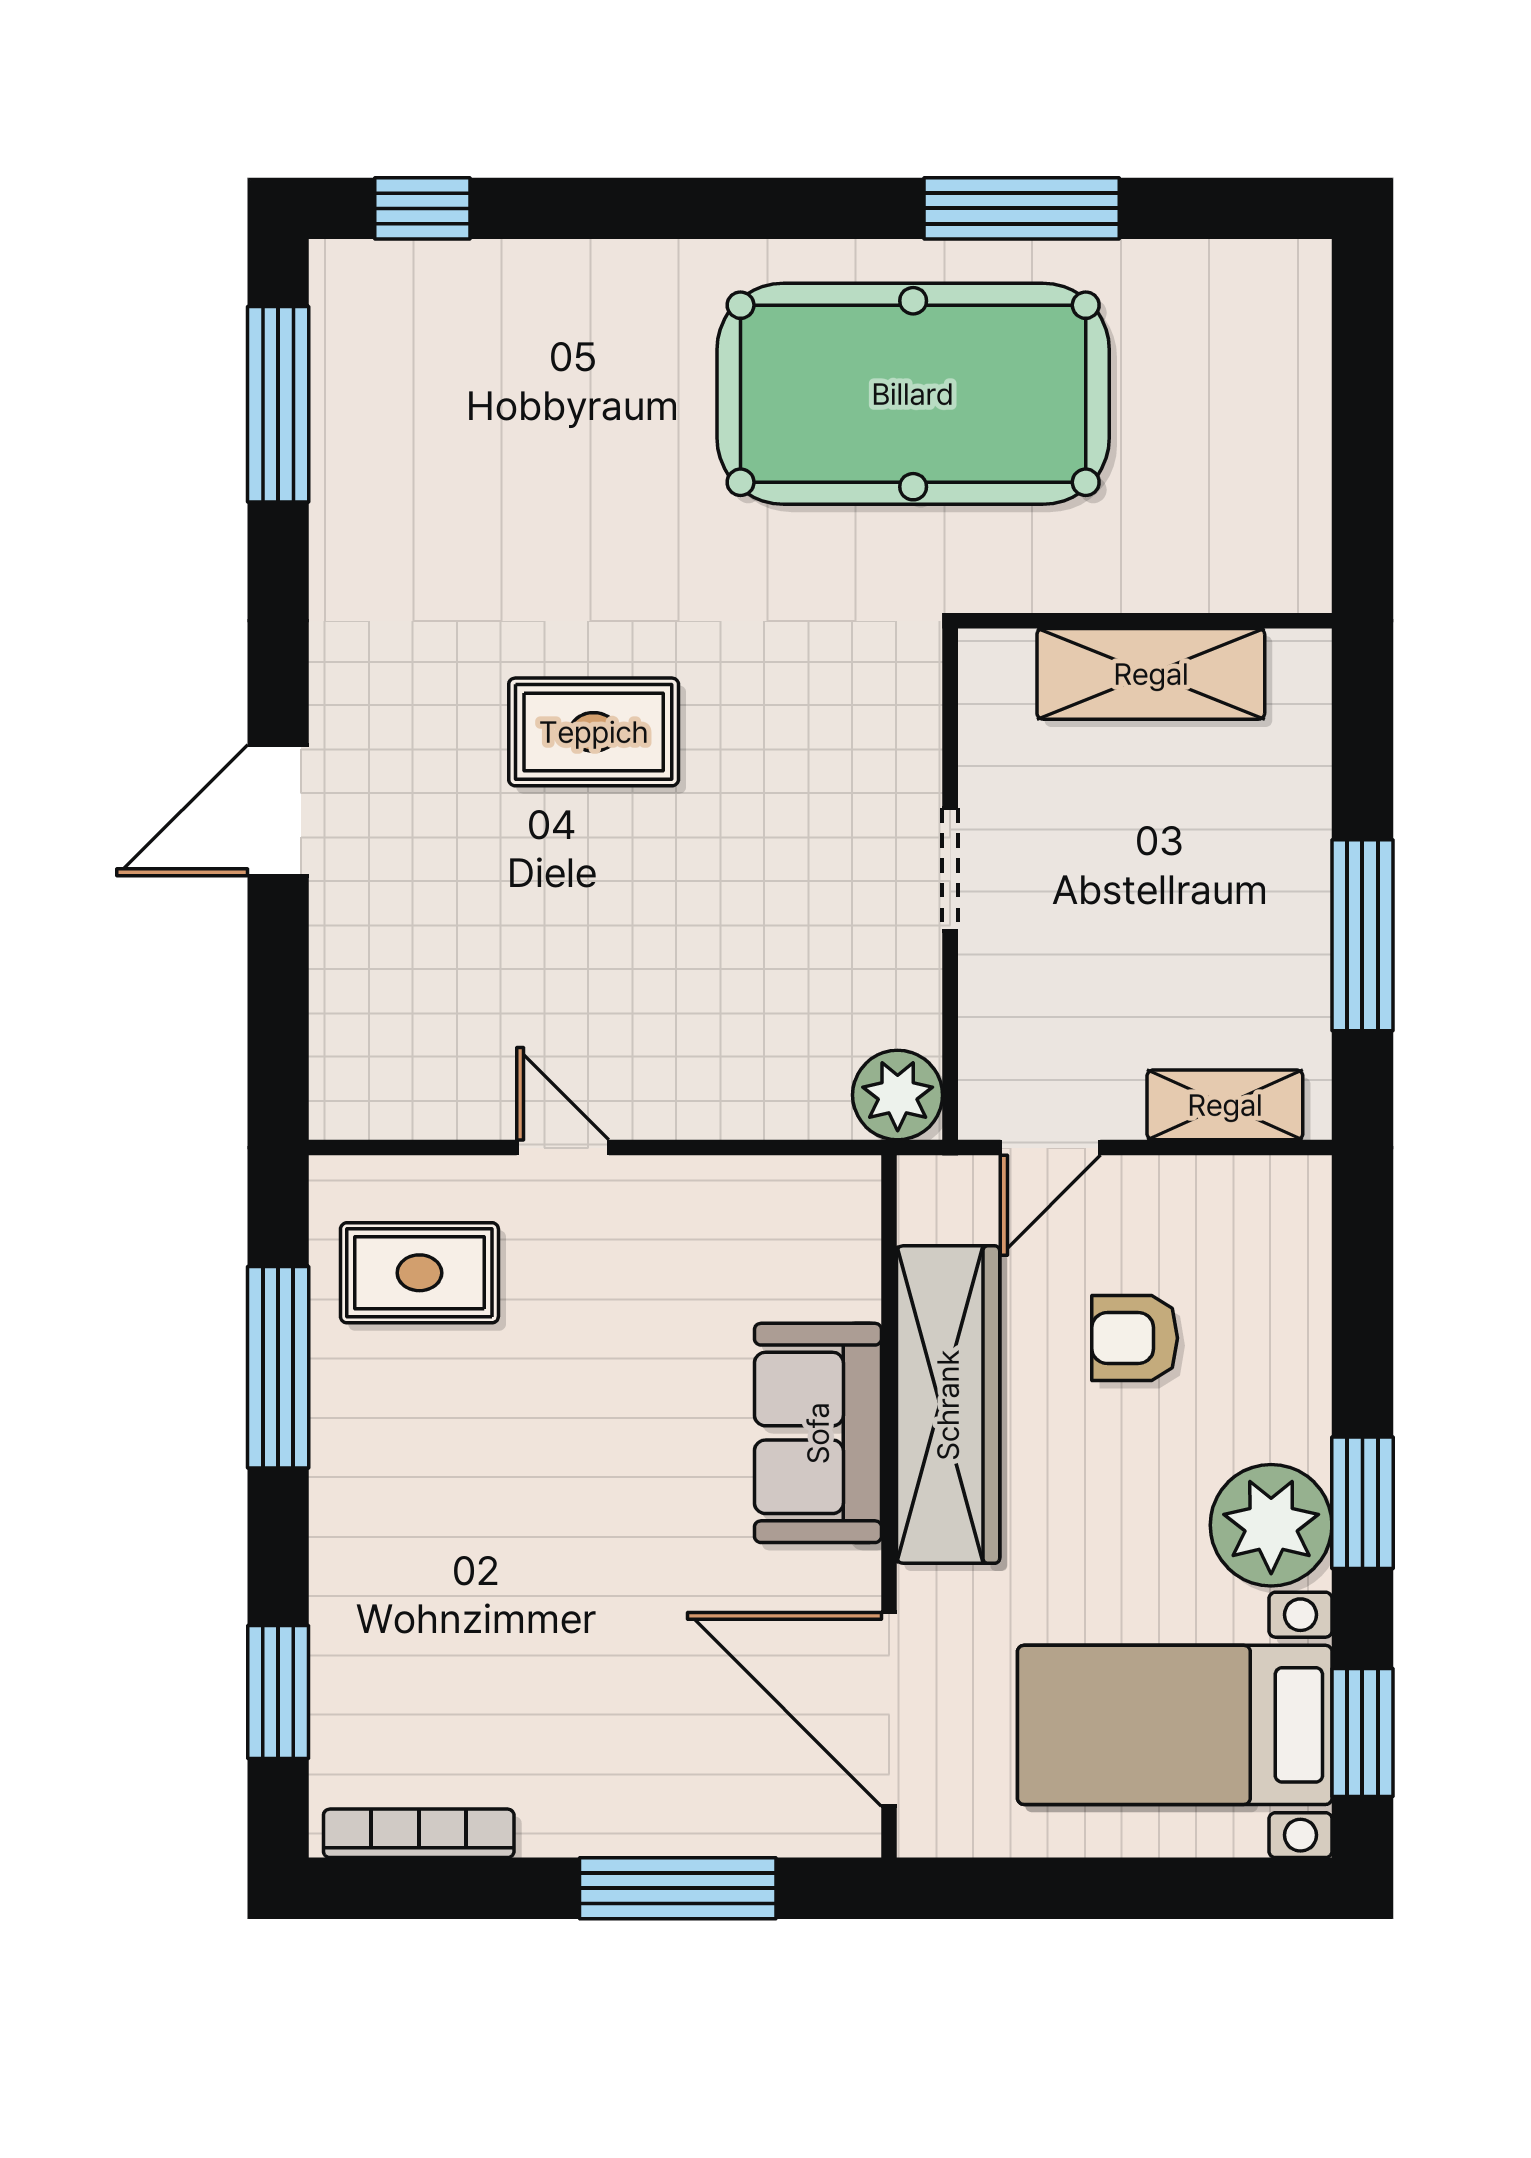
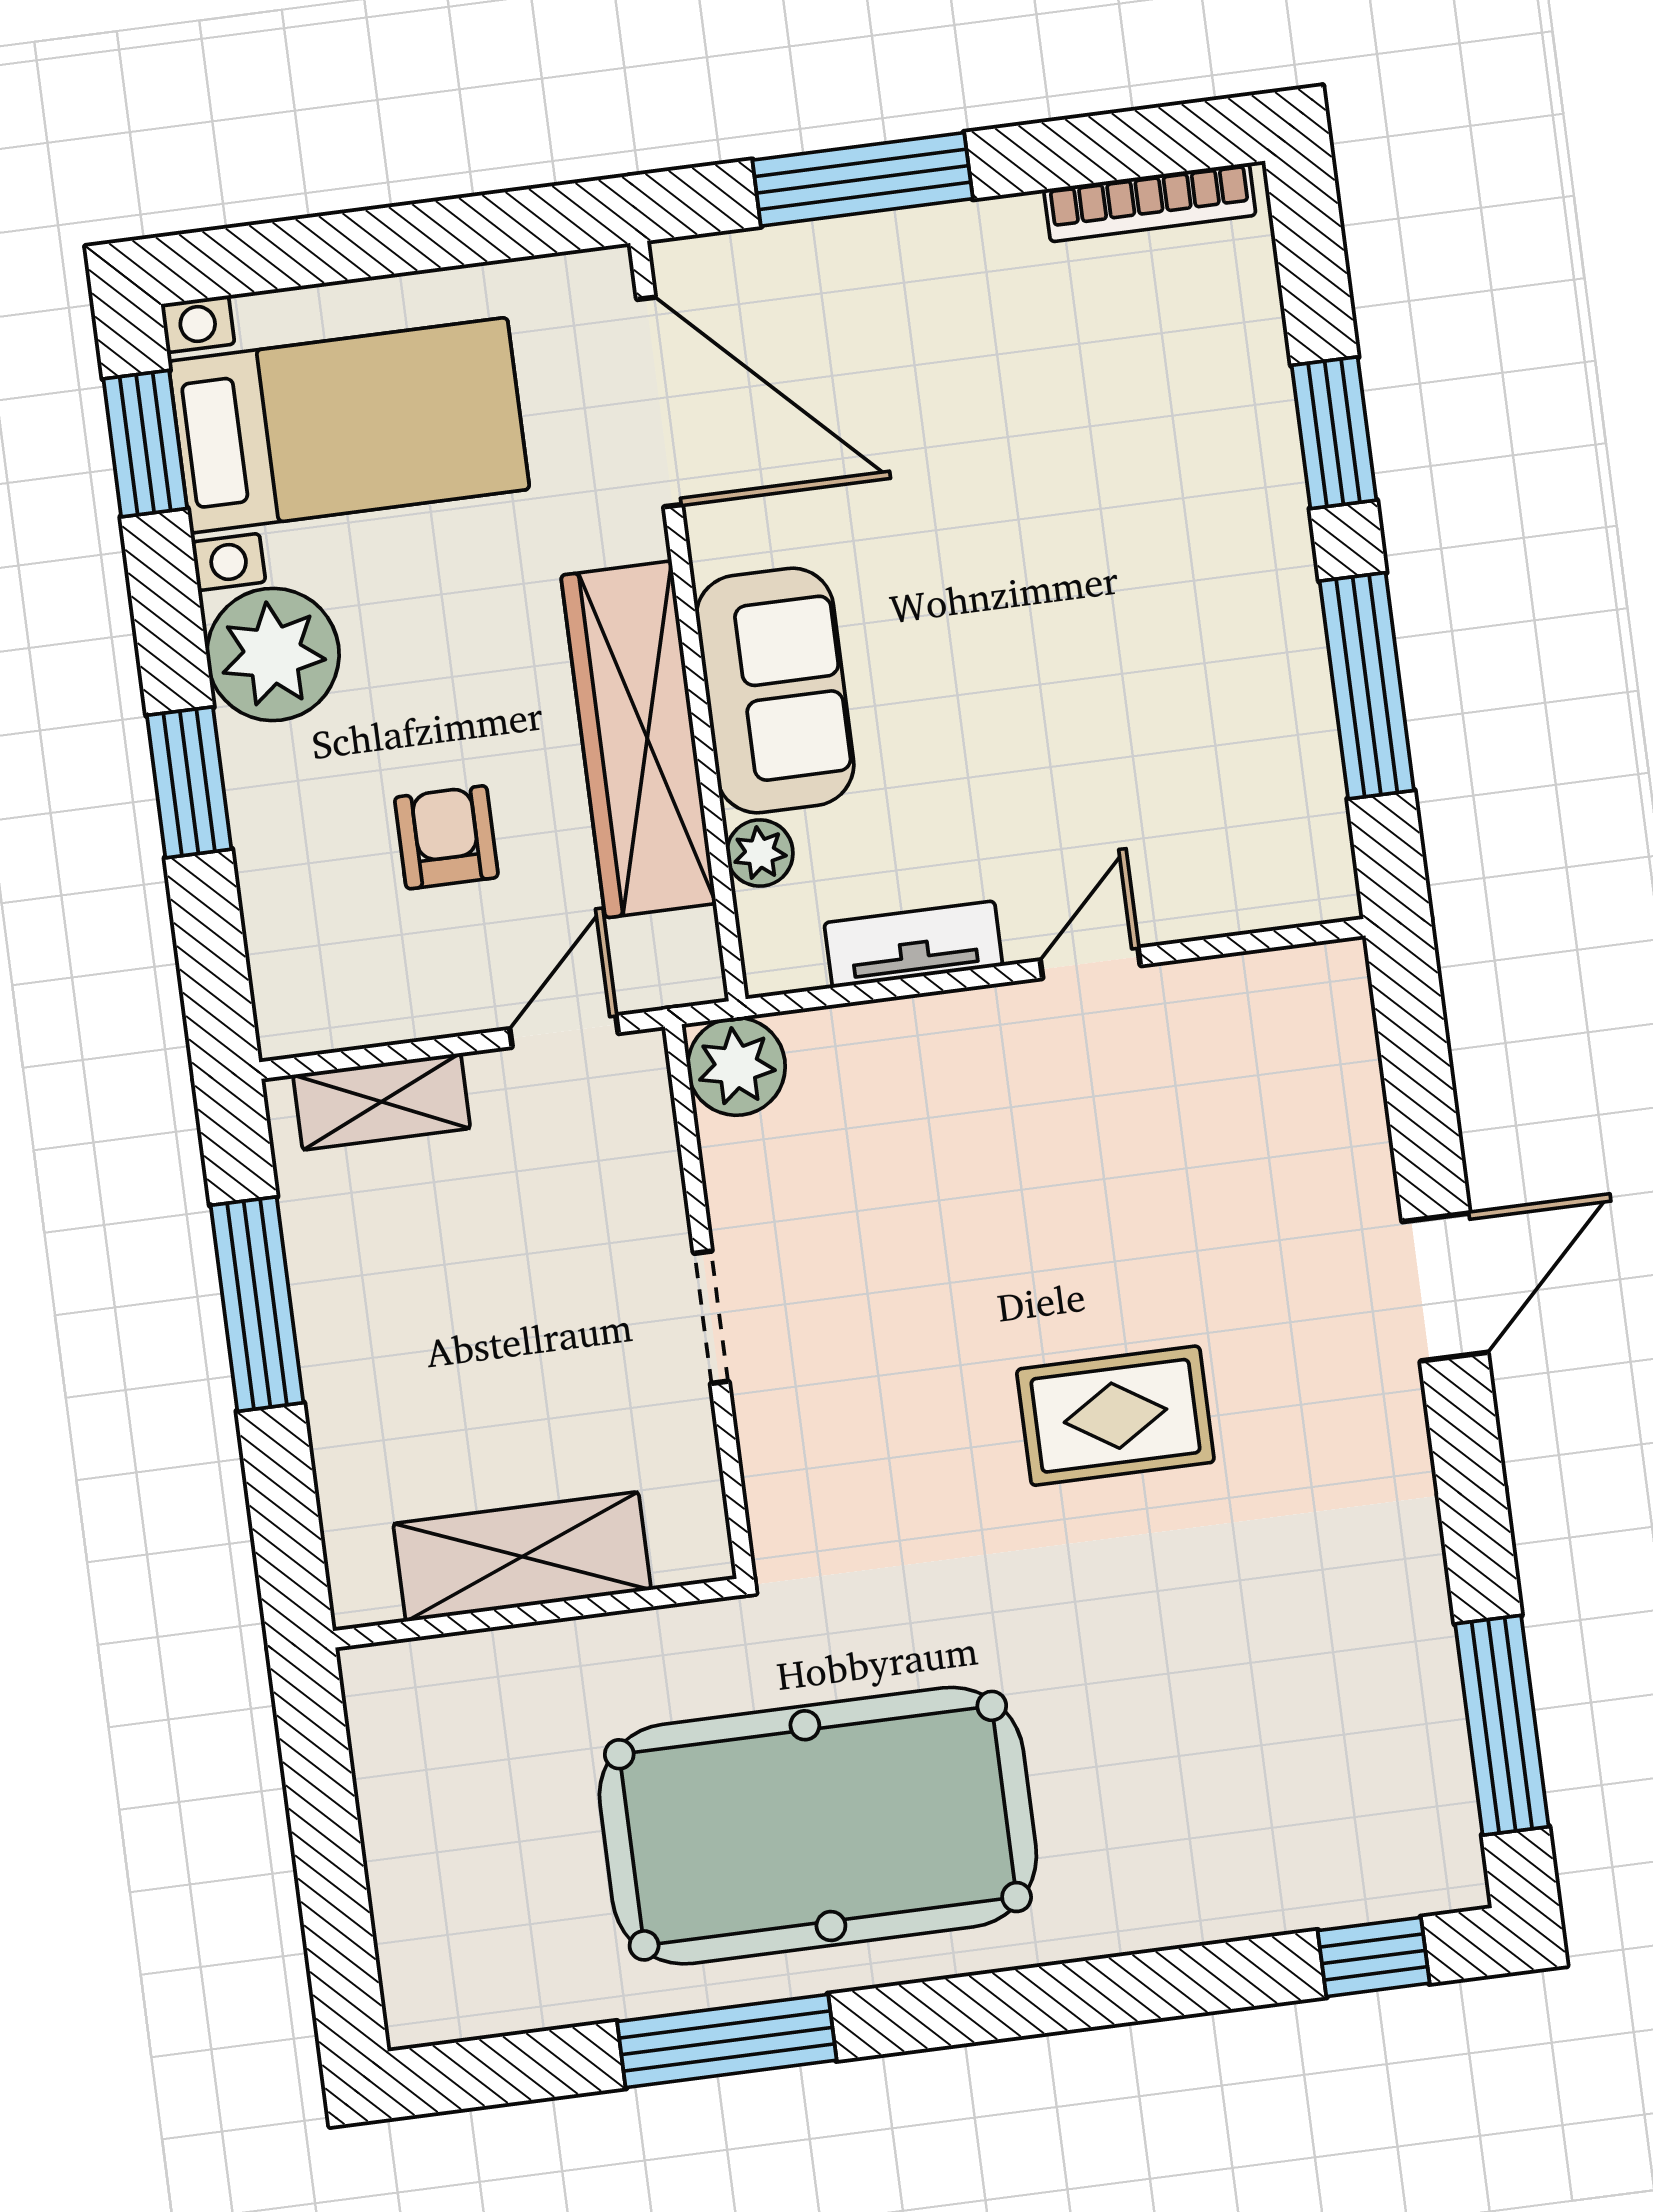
door: (563, 1148) -> (1090, 963), swing flipped
tv unit: (722, 1185) -> (913, 944), added
rug: (419, 1273) -> (1228, 807), removed
plant: (851, 1287) -> (760, 853), added
armchair: (1135, 1338) -> (446, 837), turned -90
window: (1362, 1503) -> (189, 782), moved
window: (278, 1692) -> (1334, 433), moved

